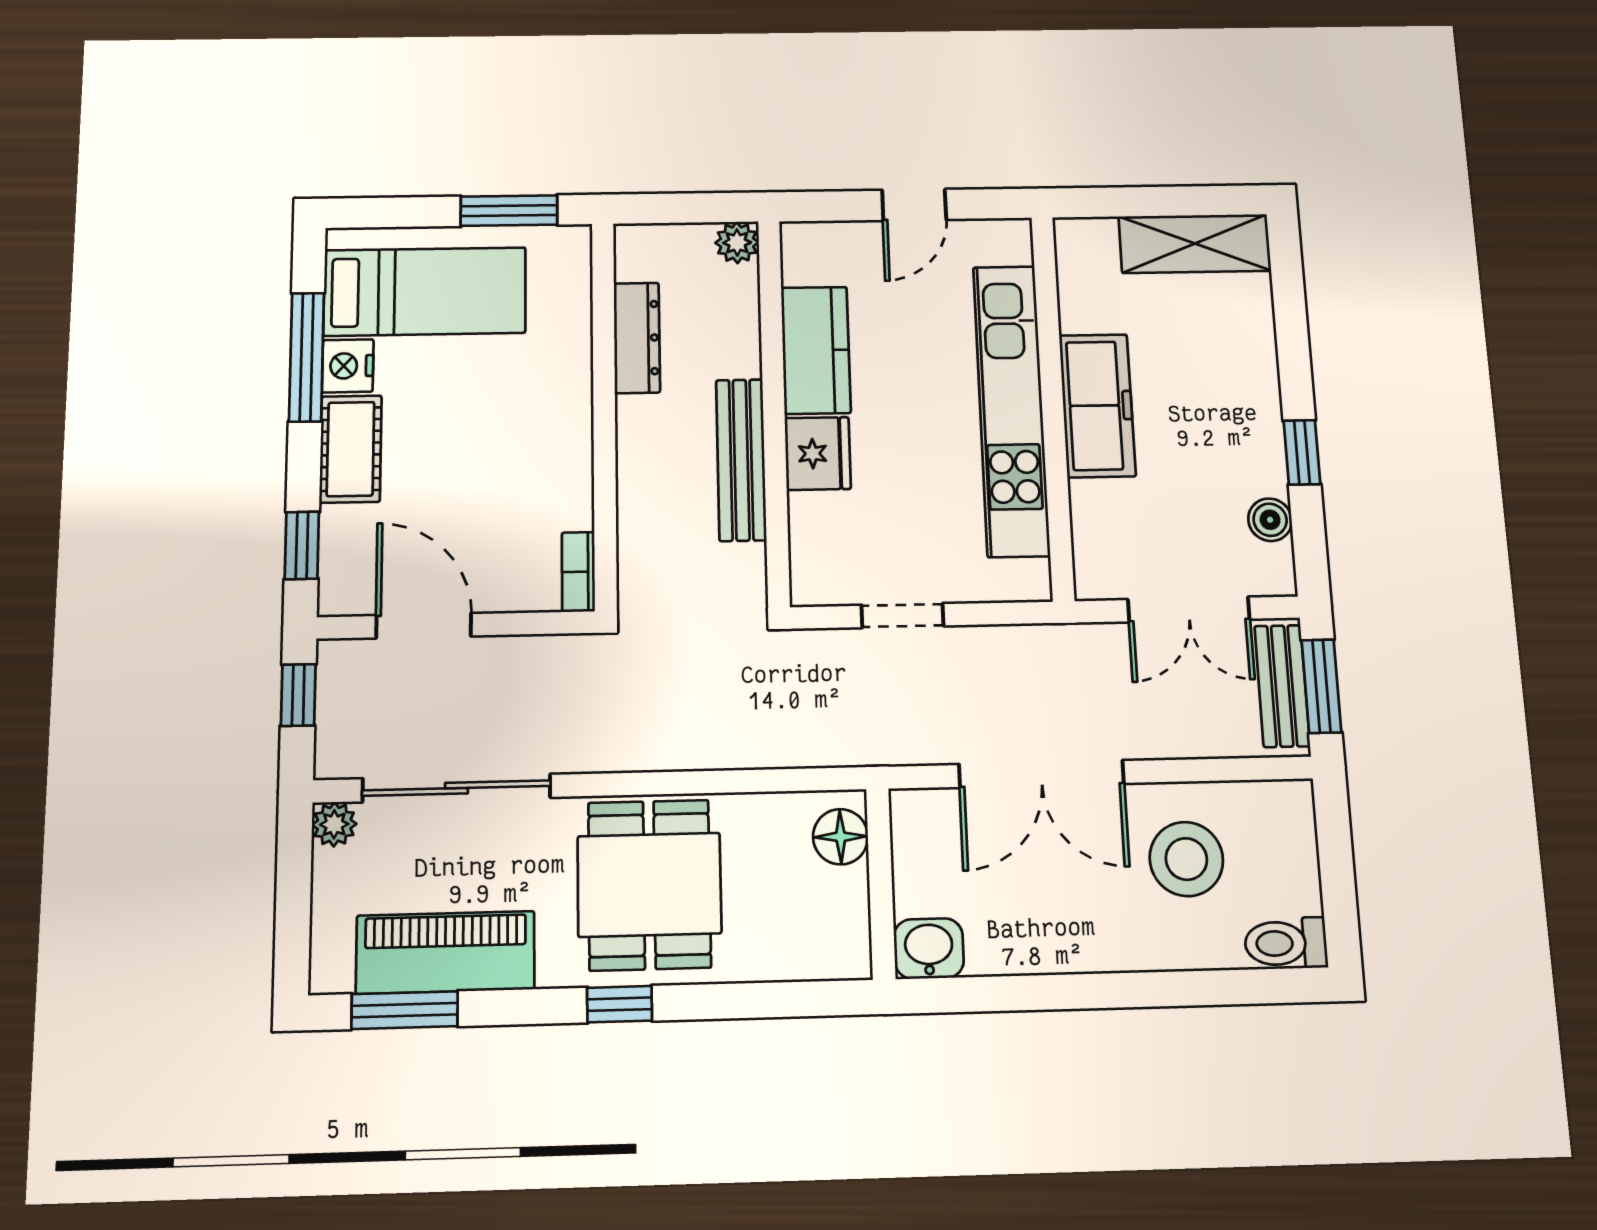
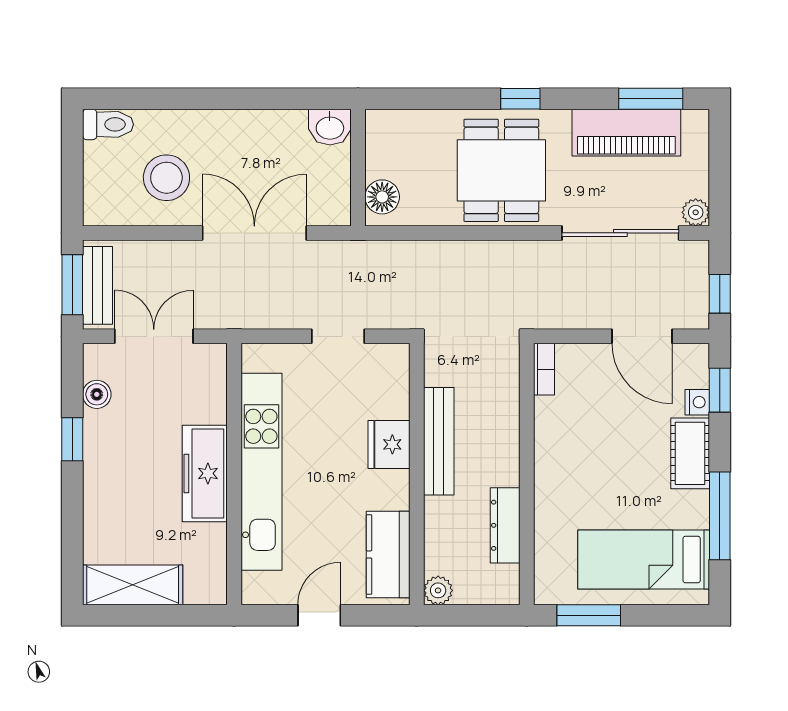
kitchen counter: (816, 350) -> (388, 554), moved
nightstand: (348, 366) -> (697, 402), moved, width x0.72, depth x0.74

